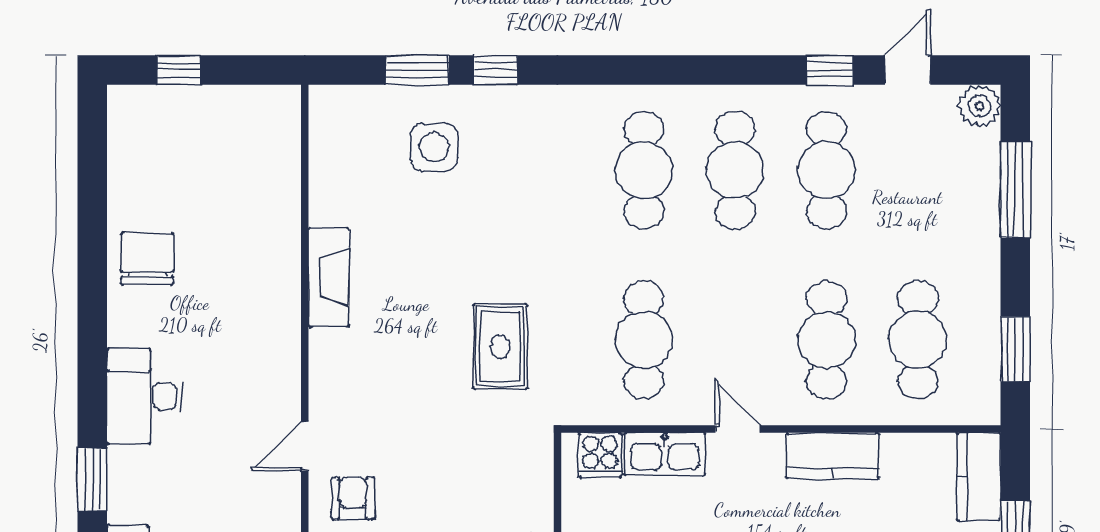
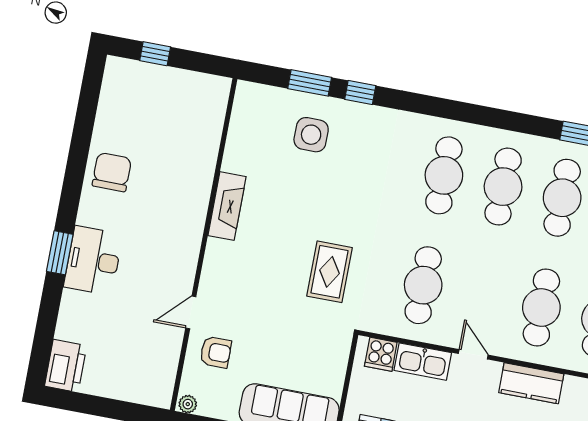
window: (92, 480) -> (60, 253), moved
armchair: (353, 498) -> (216, 352), turned 90

